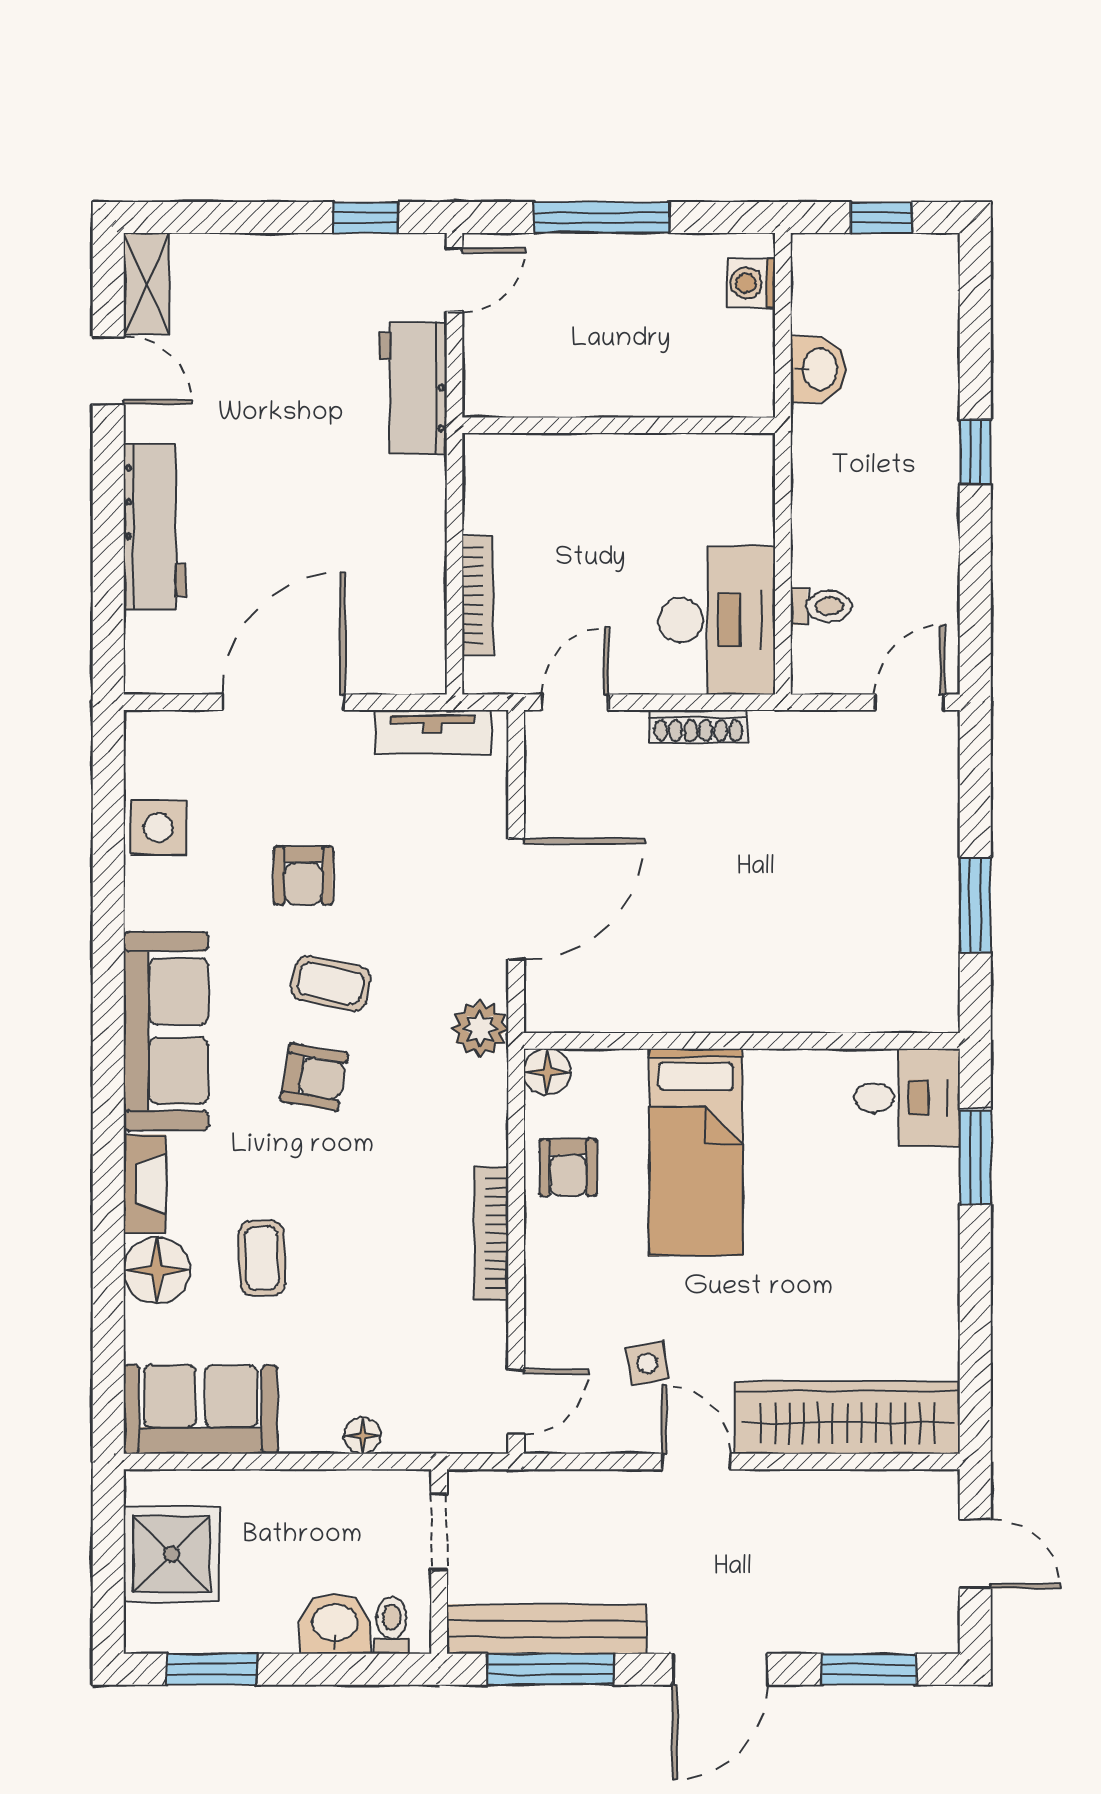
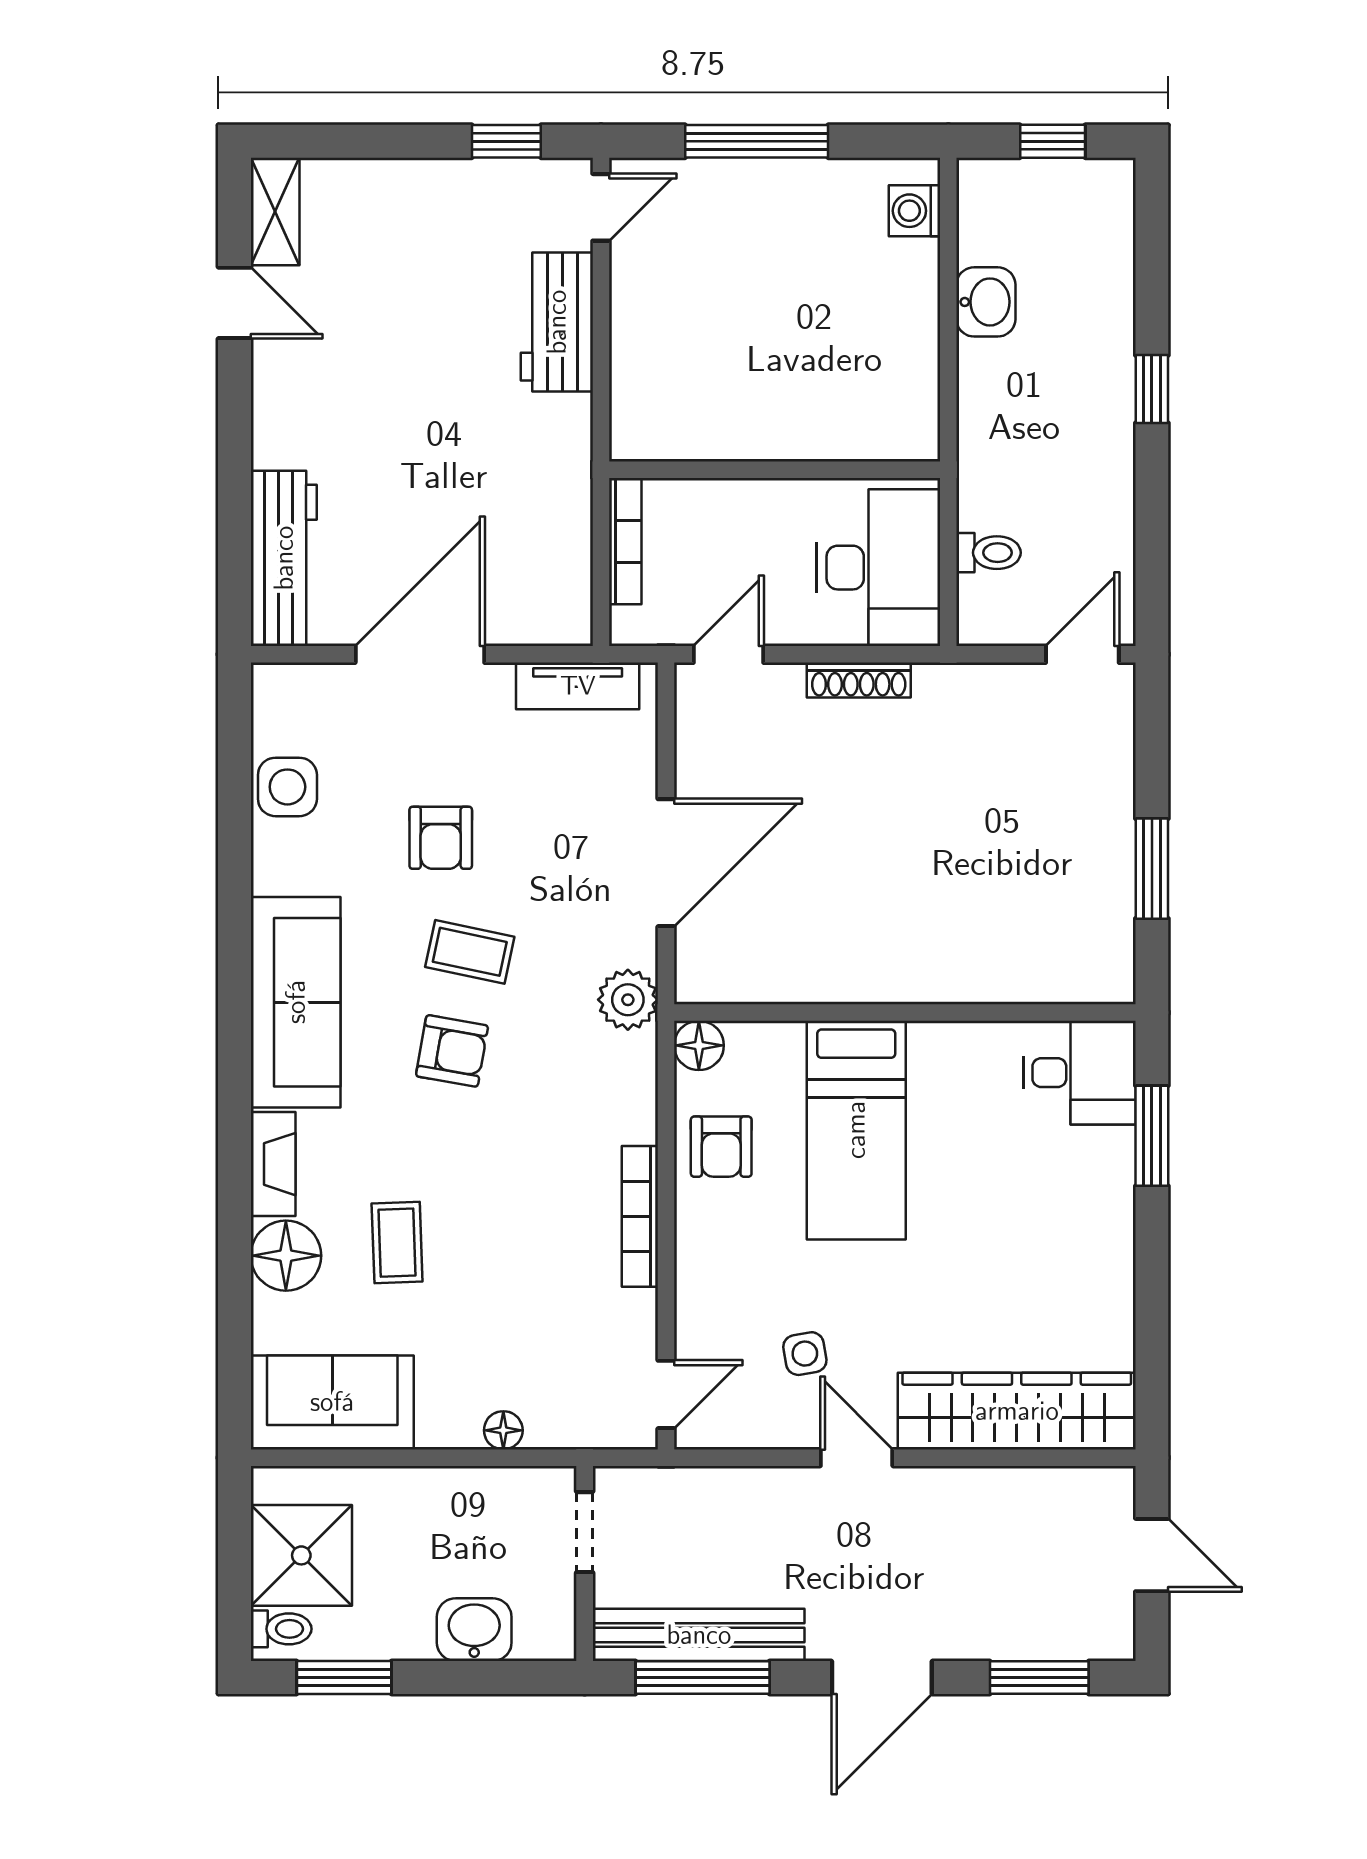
wall: (619, 425) -> (775, 470), moved
workbench: (155, 527) -> (284, 558), moved
toilet: (392, 1625) -> (281, 1629), moved, turned 90

